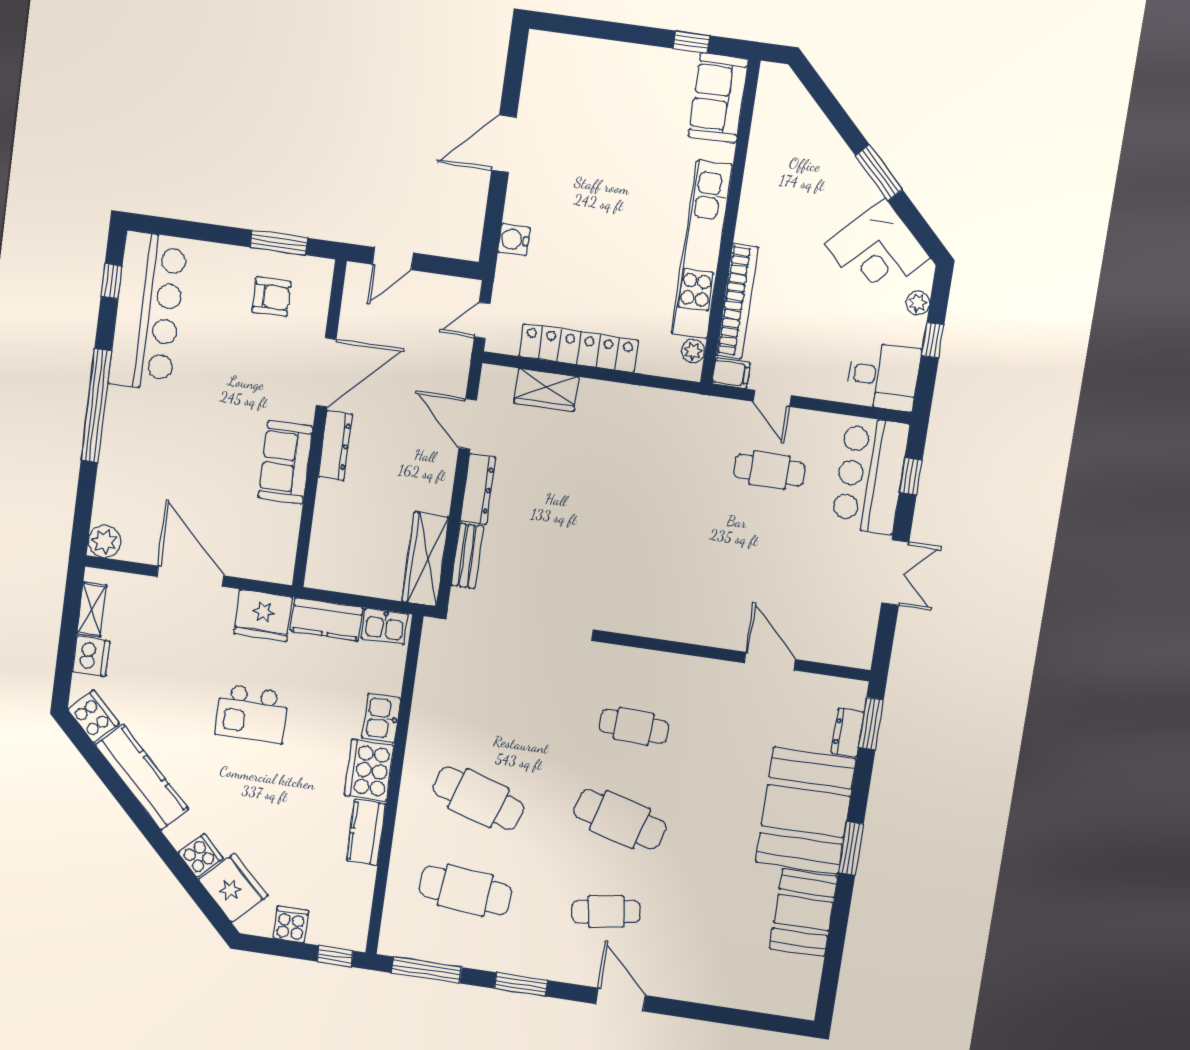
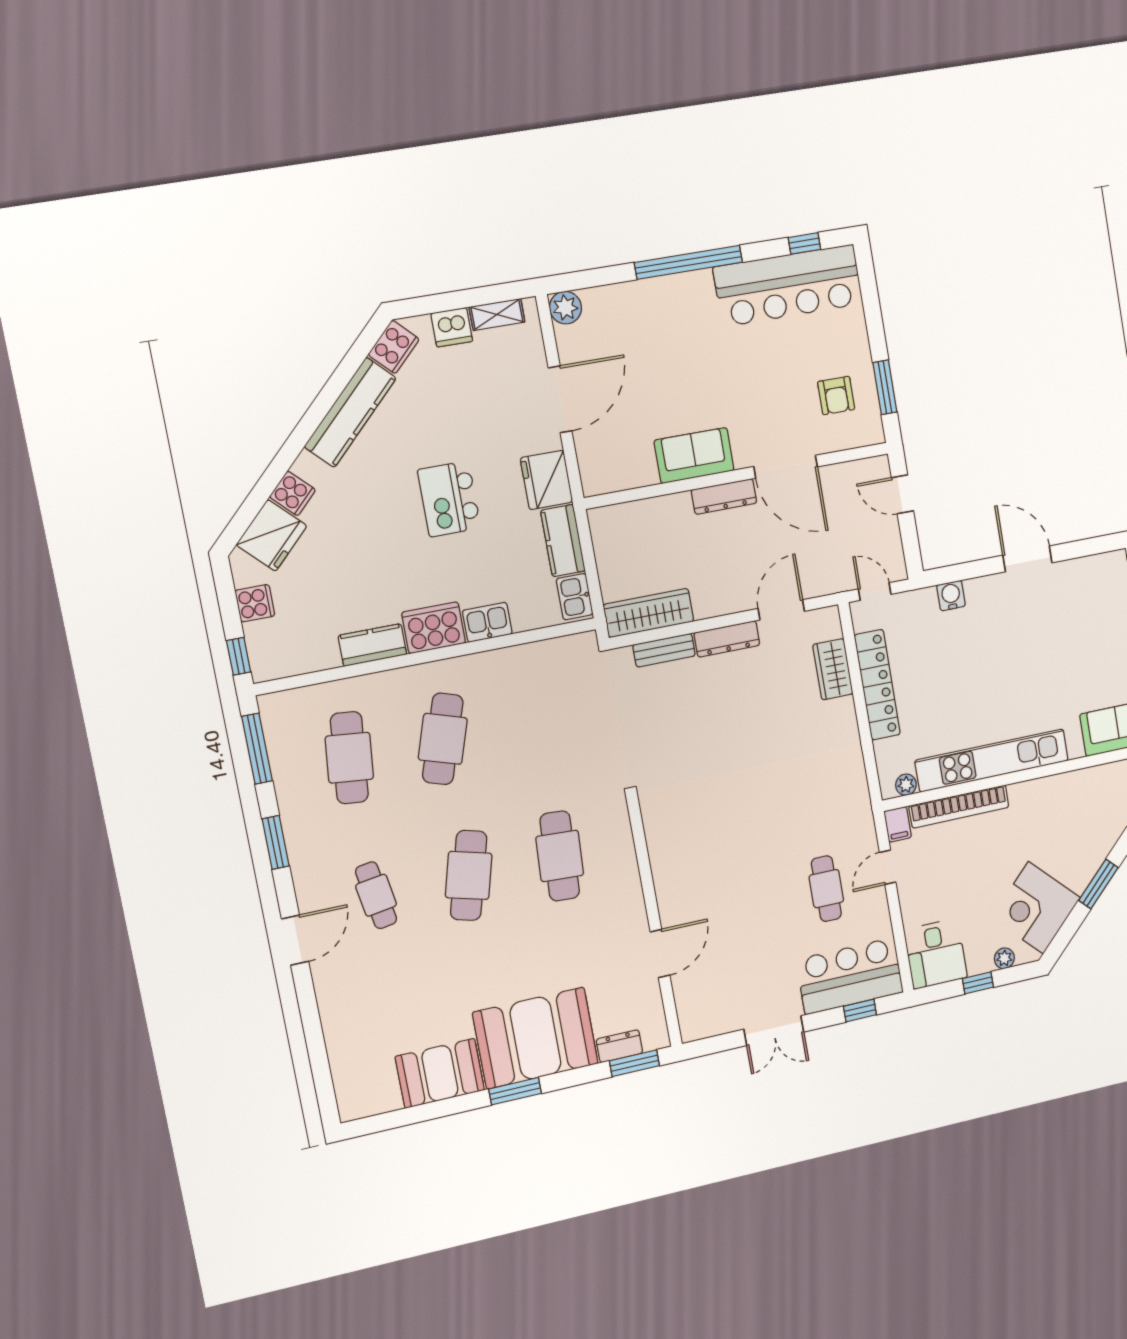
cafe table: (634, 726) -> (560, 856), width x1.37, depth x1.35

